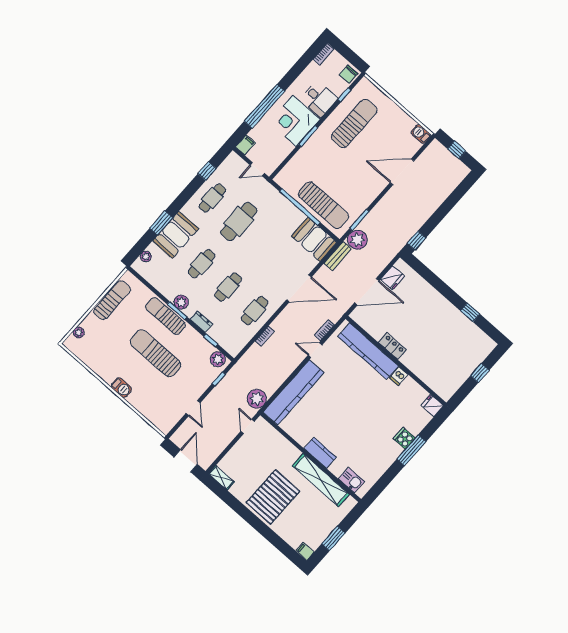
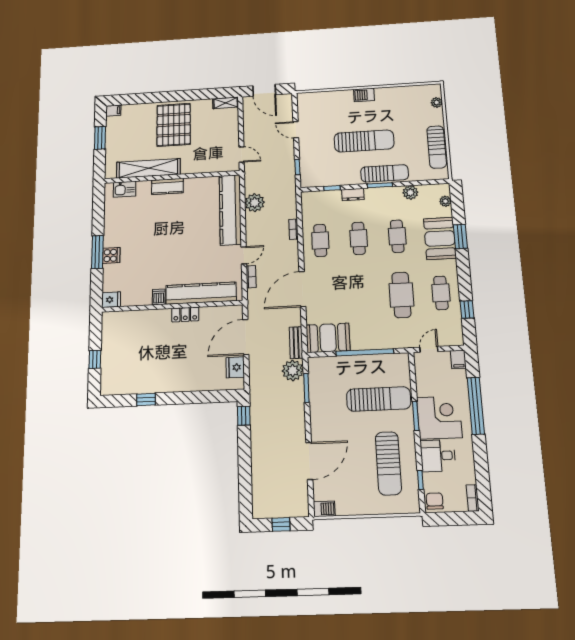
sun lounger: (324, 205) -> (379, 399), moved, turned 180
plant: (181, 302) -> (410, 192), moved
plant: (218, 359) -> (313, 180), removed
plant: (257, 399) -> (255, 203), moved

